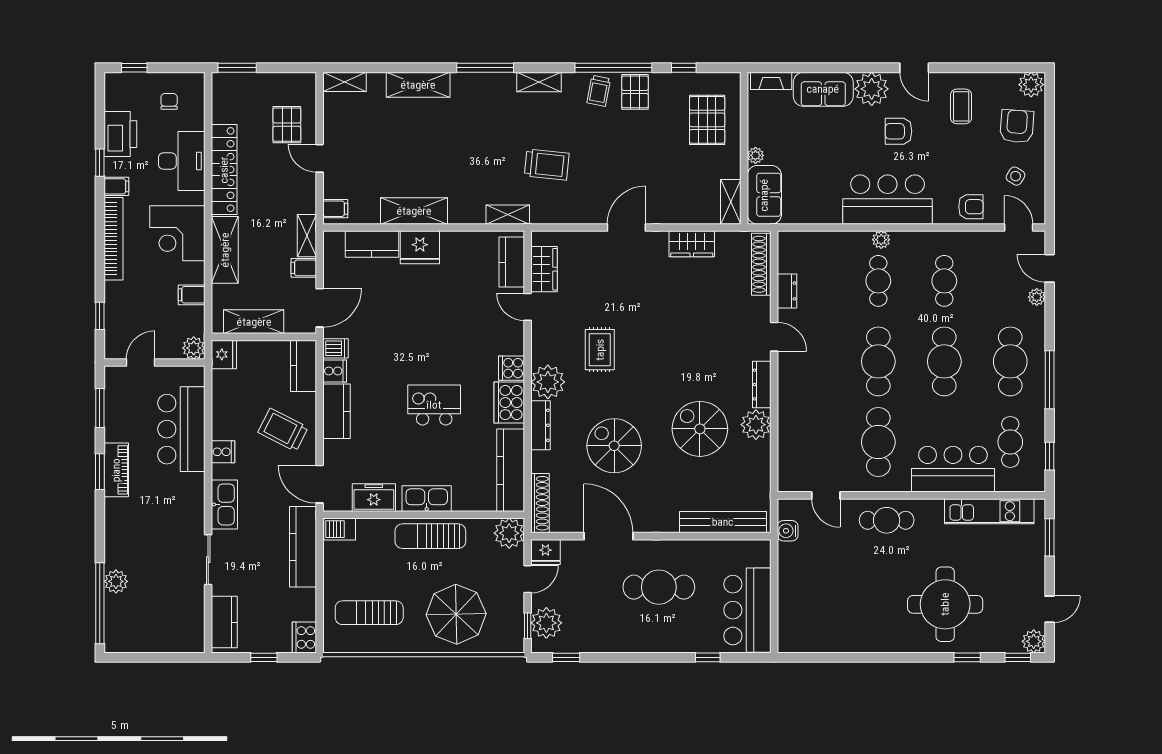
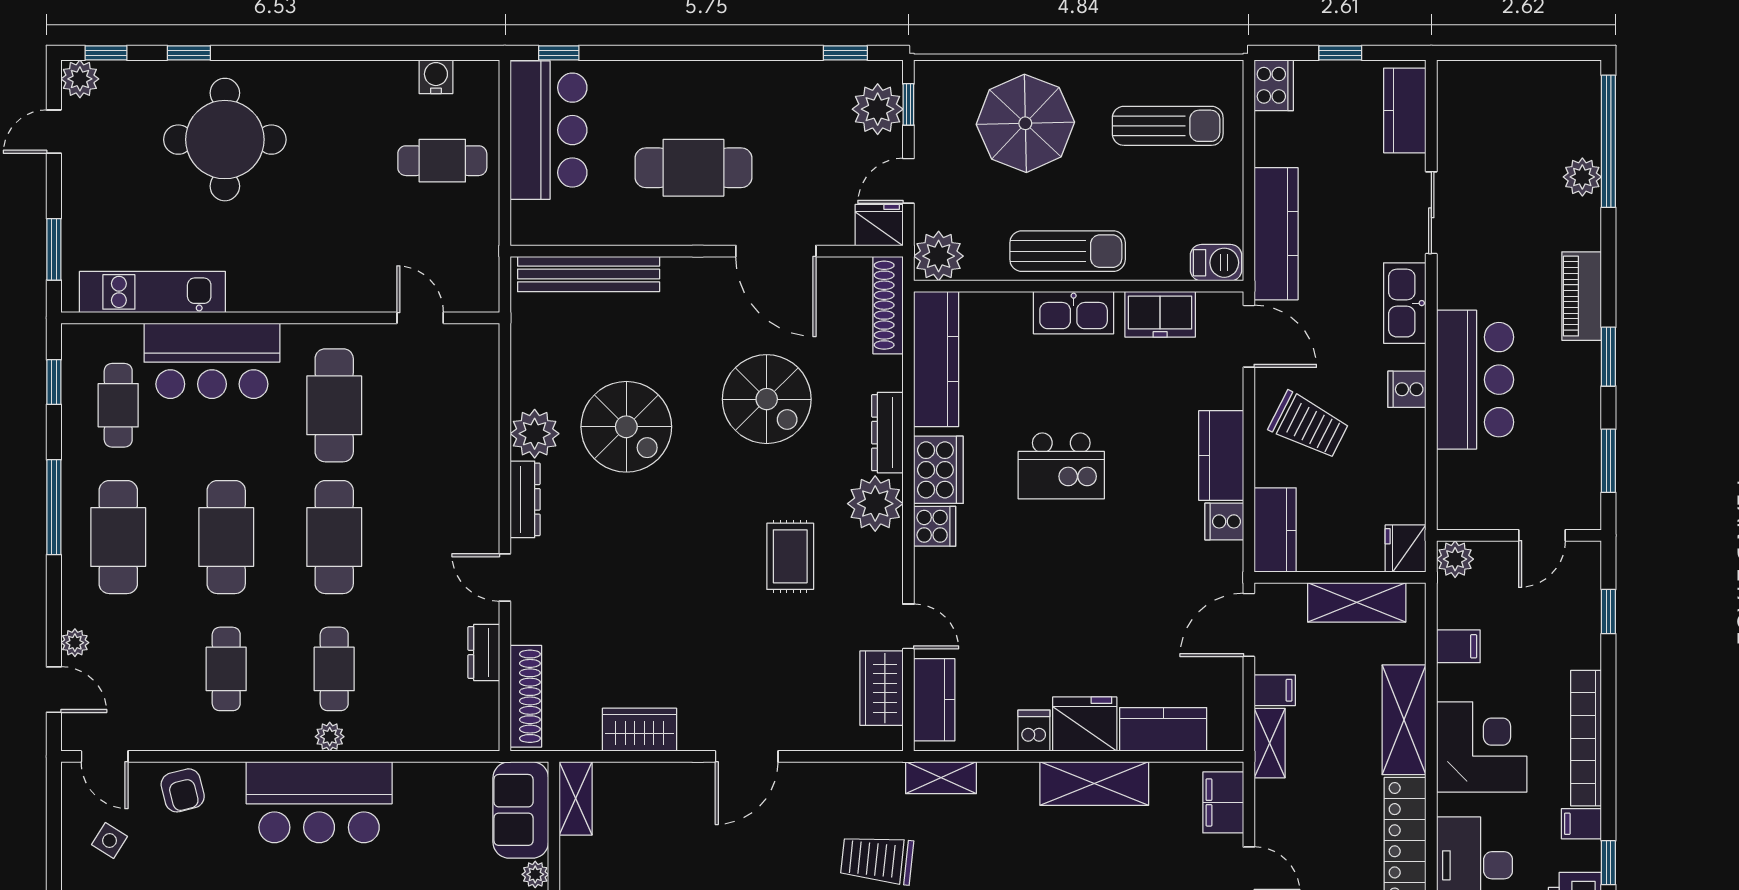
armchair: (971, 207) -> (183, 790), turned -104
filing cabinet: (335, 209) -> (1223, 802), width x2.00
dishwasher: (335, 348) -> (1034, 731), moved, turned 90
bar counter: (181, 429) -> (1475, 380), moved
piano: (116, 470) -> (1582, 296), moved
cafe table: (887, 520) -> (442, 161), moved
water cooler: (788, 531) -> (436, 77), moved, turned -90
window: (708, 657) -> (559, 53), moved

